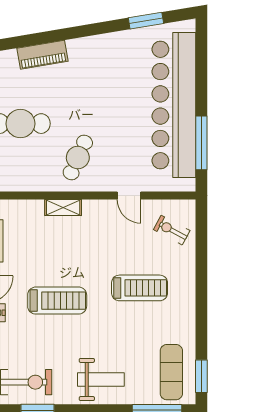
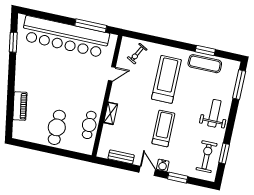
cafe table: (78, 158) -> (89, 125), moved, turned 66
treadmill: (140, 288) -> (166, 79), width x1.37, depth x1.38
exercise mat: (171, 372) -> (205, 64), moved
window: (201, 376) -> (205, 51), moved

